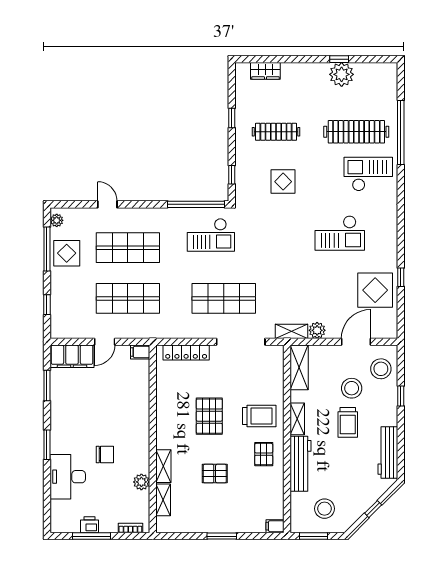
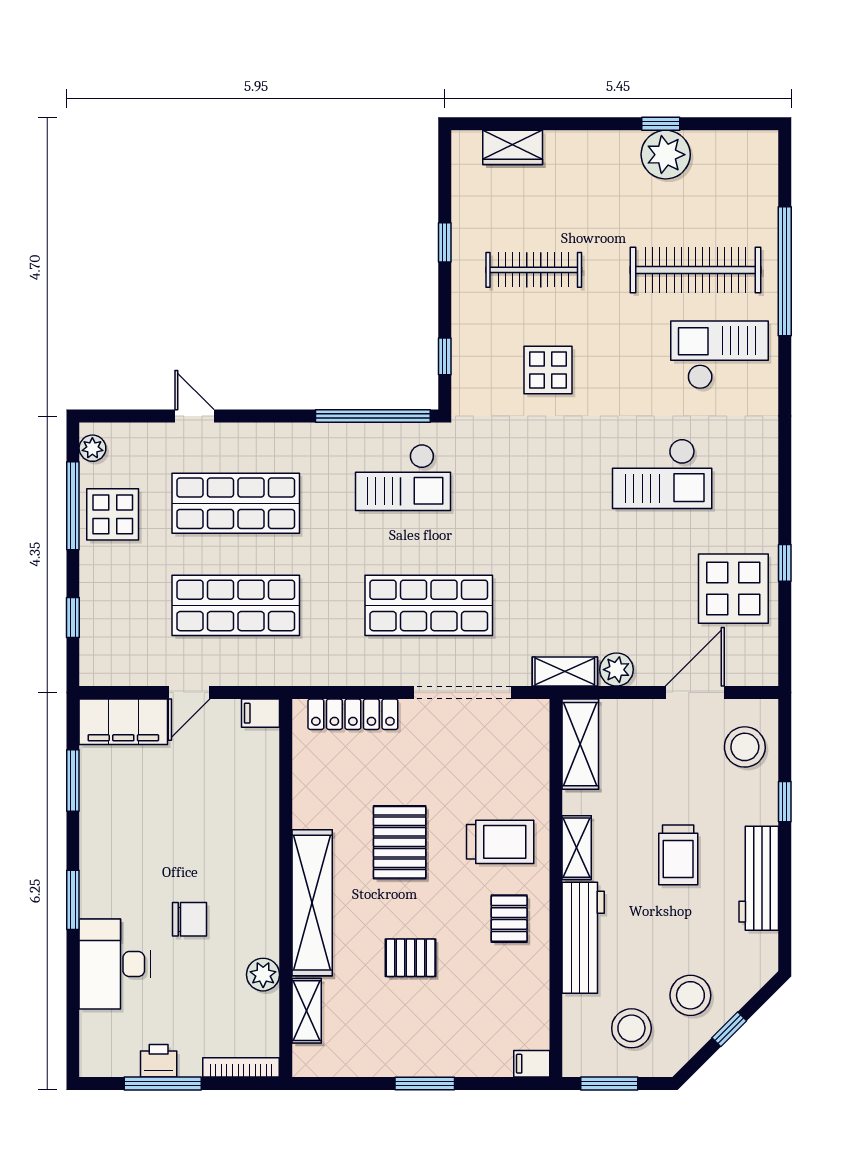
stool: (352, 388) -> (690, 995), moved
workbench: (388, 452) -> (759, 878), moved
shelving: (163, 466) -> (312, 903), width x2.20, depth x1.33
bookcase: (130, 528) -> (241, 1067), width x1.56

